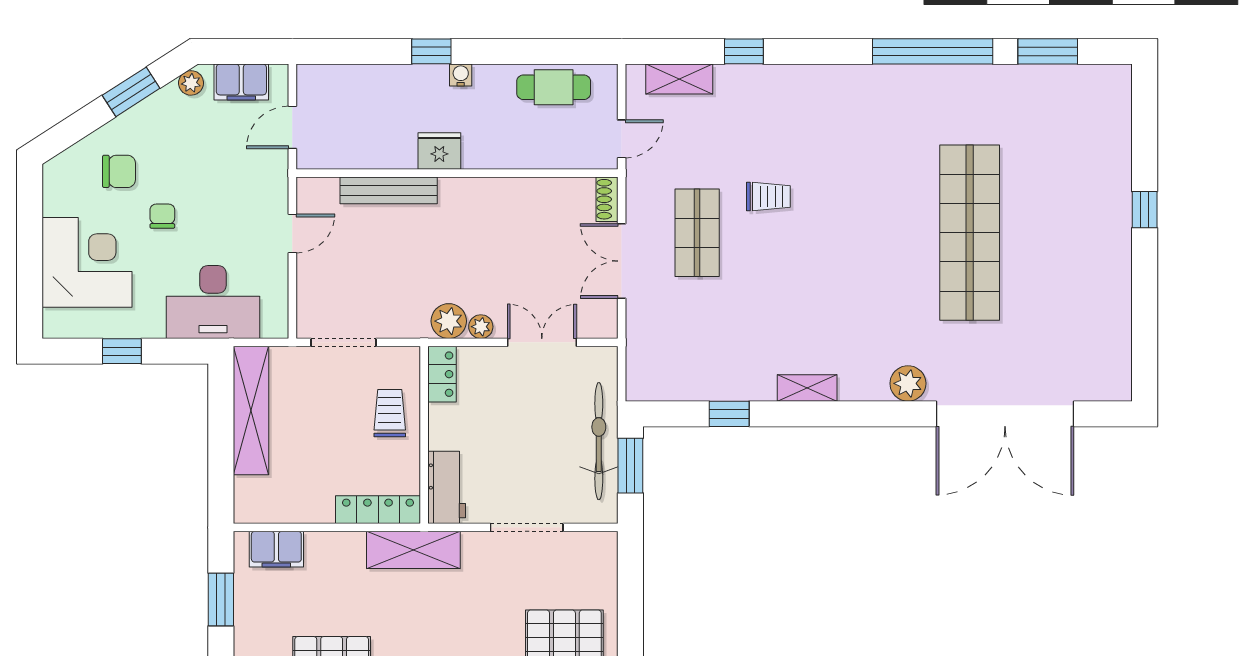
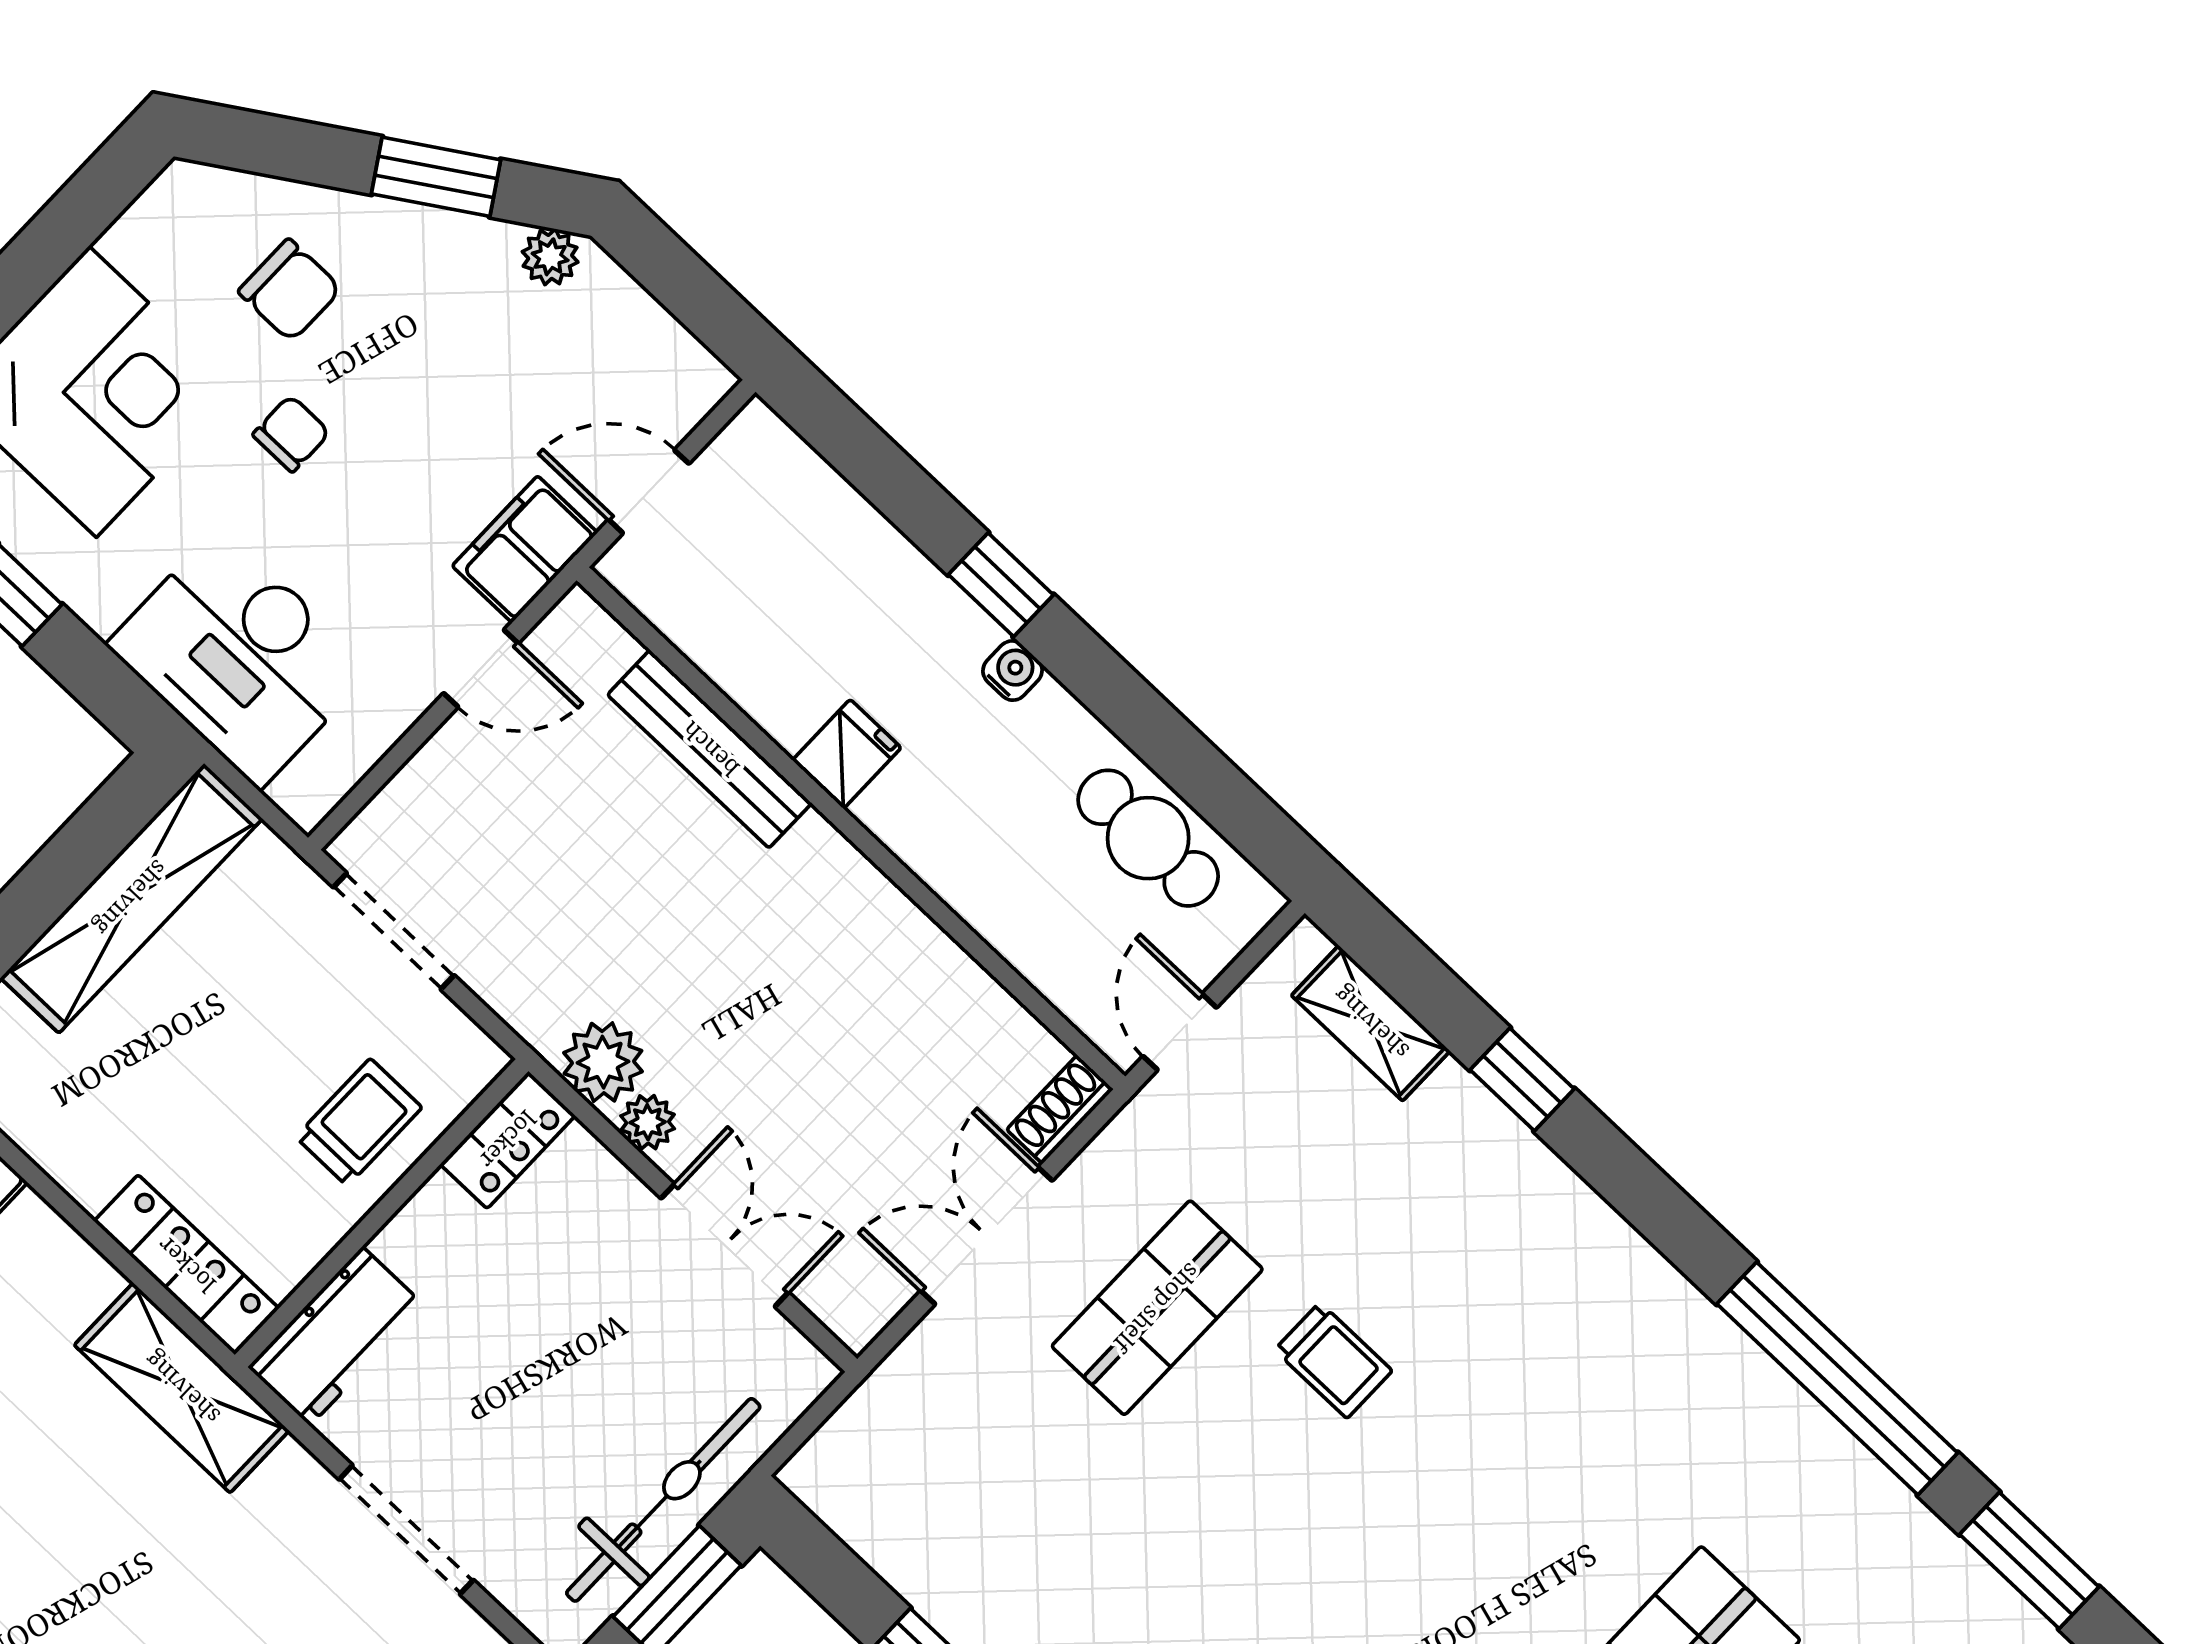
filing cabinet: (241, 82) -> (525, 549), moved, turned 90
door: (622, 139) -> (1180, 1032), swing flipped
fridge: (439, 151) -> (847, 754), width x0.72

